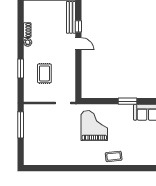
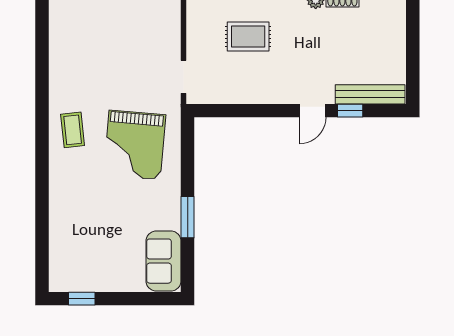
grand piano: (94, 126) -> (135, 145), turned 95
coffee table: (114, 156) -> (73, 130), moved

